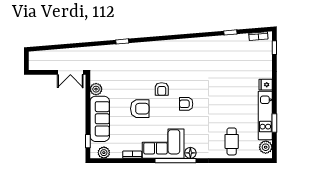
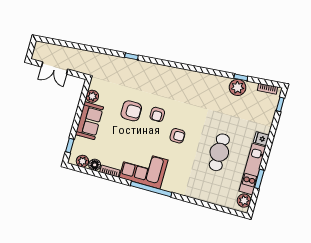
plant: (230, 43) -> (238, 87), added
double door: (70, 72) -> (55, 68), moved
armchair: (186, 104) -> (177, 136), turned 180
armchair: (140, 109) -> (131, 111), moved
sofa: (100, 119) -> (89, 121), width x0.73
cafe table: (232, 141) -> (219, 152), moved, width x1.37, depth x1.35
floor lamp: (190, 153) -> (95, 165), moved

